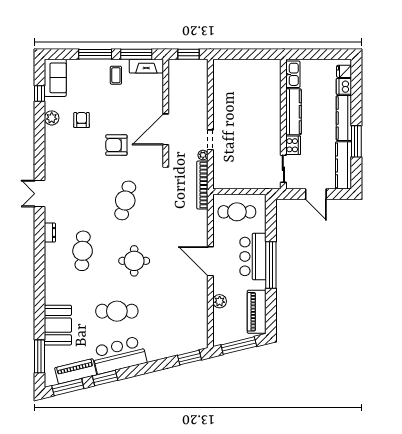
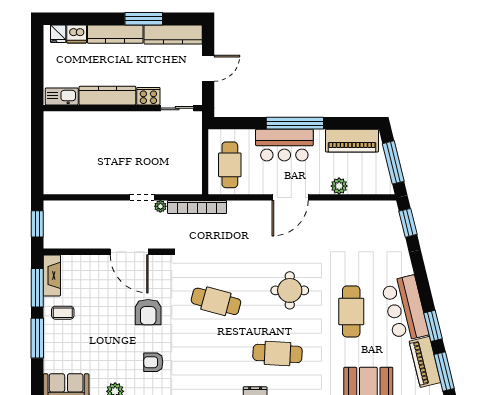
armchair: (82, 120) -> (153, 362), moved

